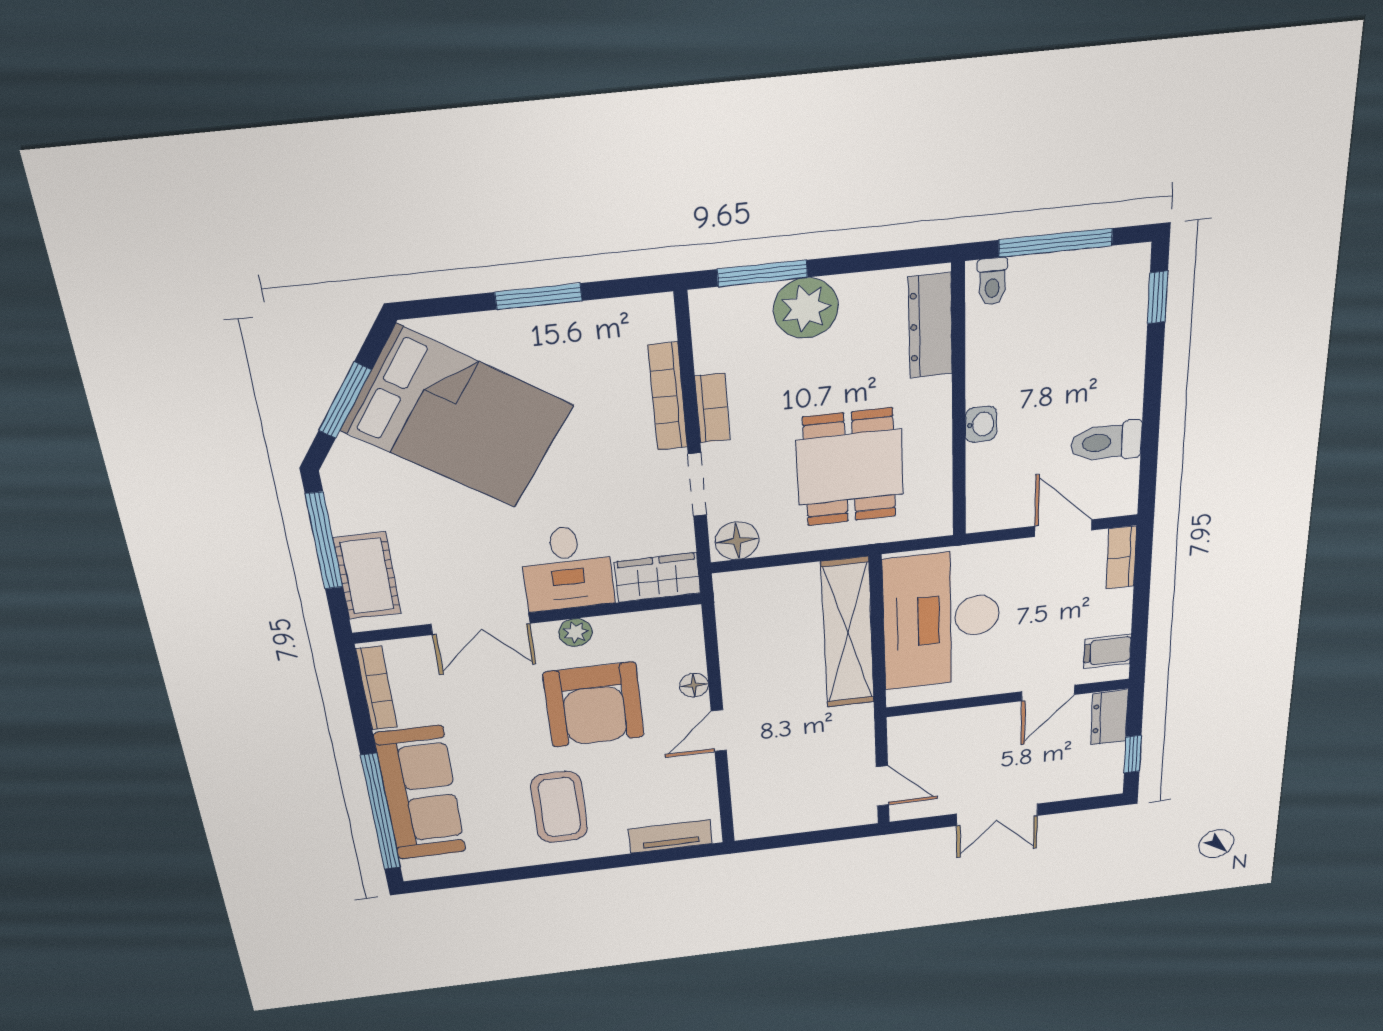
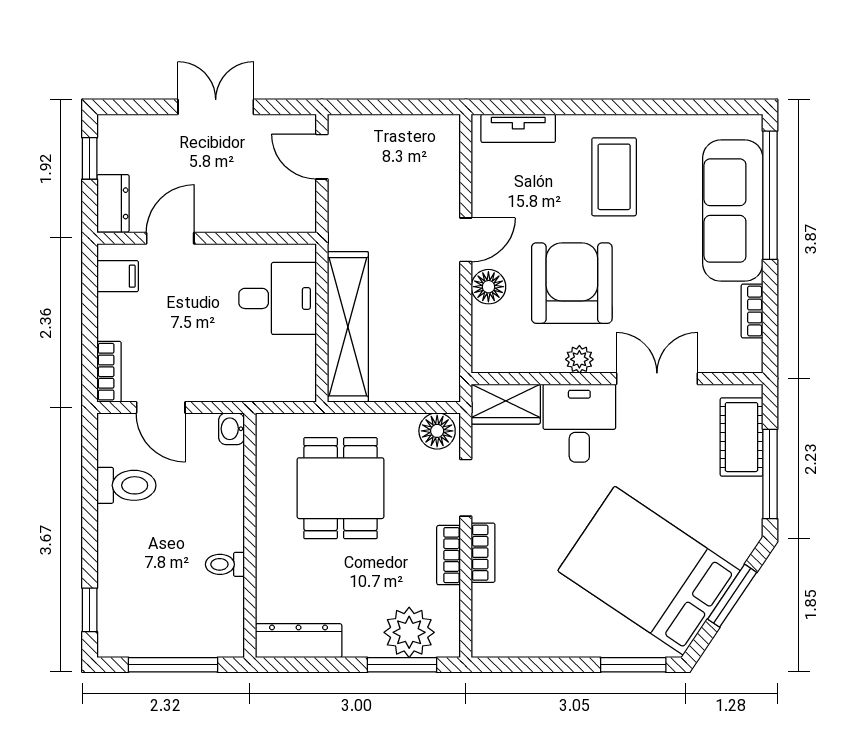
toilet: (992, 282) -> (225, 564), moved, turned -90
window: (538, 296) -> (633, 665), moved
plant: (806, 308) -> (409, 632), moved
dresser: (930, 326) -> (299, 641), moved, turned -90
bookcase: (668, 397) -> (483, 553), width x0.64
washbasin: (981, 424) -> (232, 429), moved
desk: (941, 619) -> (278, 298), width x0.53, depth x0.77
floor lamp: (694, 685) -> (488, 287), width x1.37, depth x1.37
bookcase: (377, 688) -> (752, 311), width x0.64

